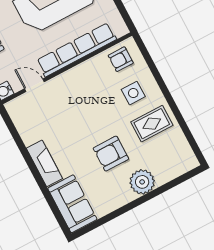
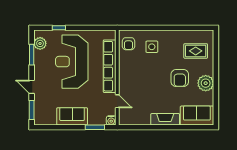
door: (34, 85) -> (117, 101), swing flipped
rug: (152, 124) -> (196, 51), moved, turned 90
plant: (142, 182) -> (206, 83), moved

